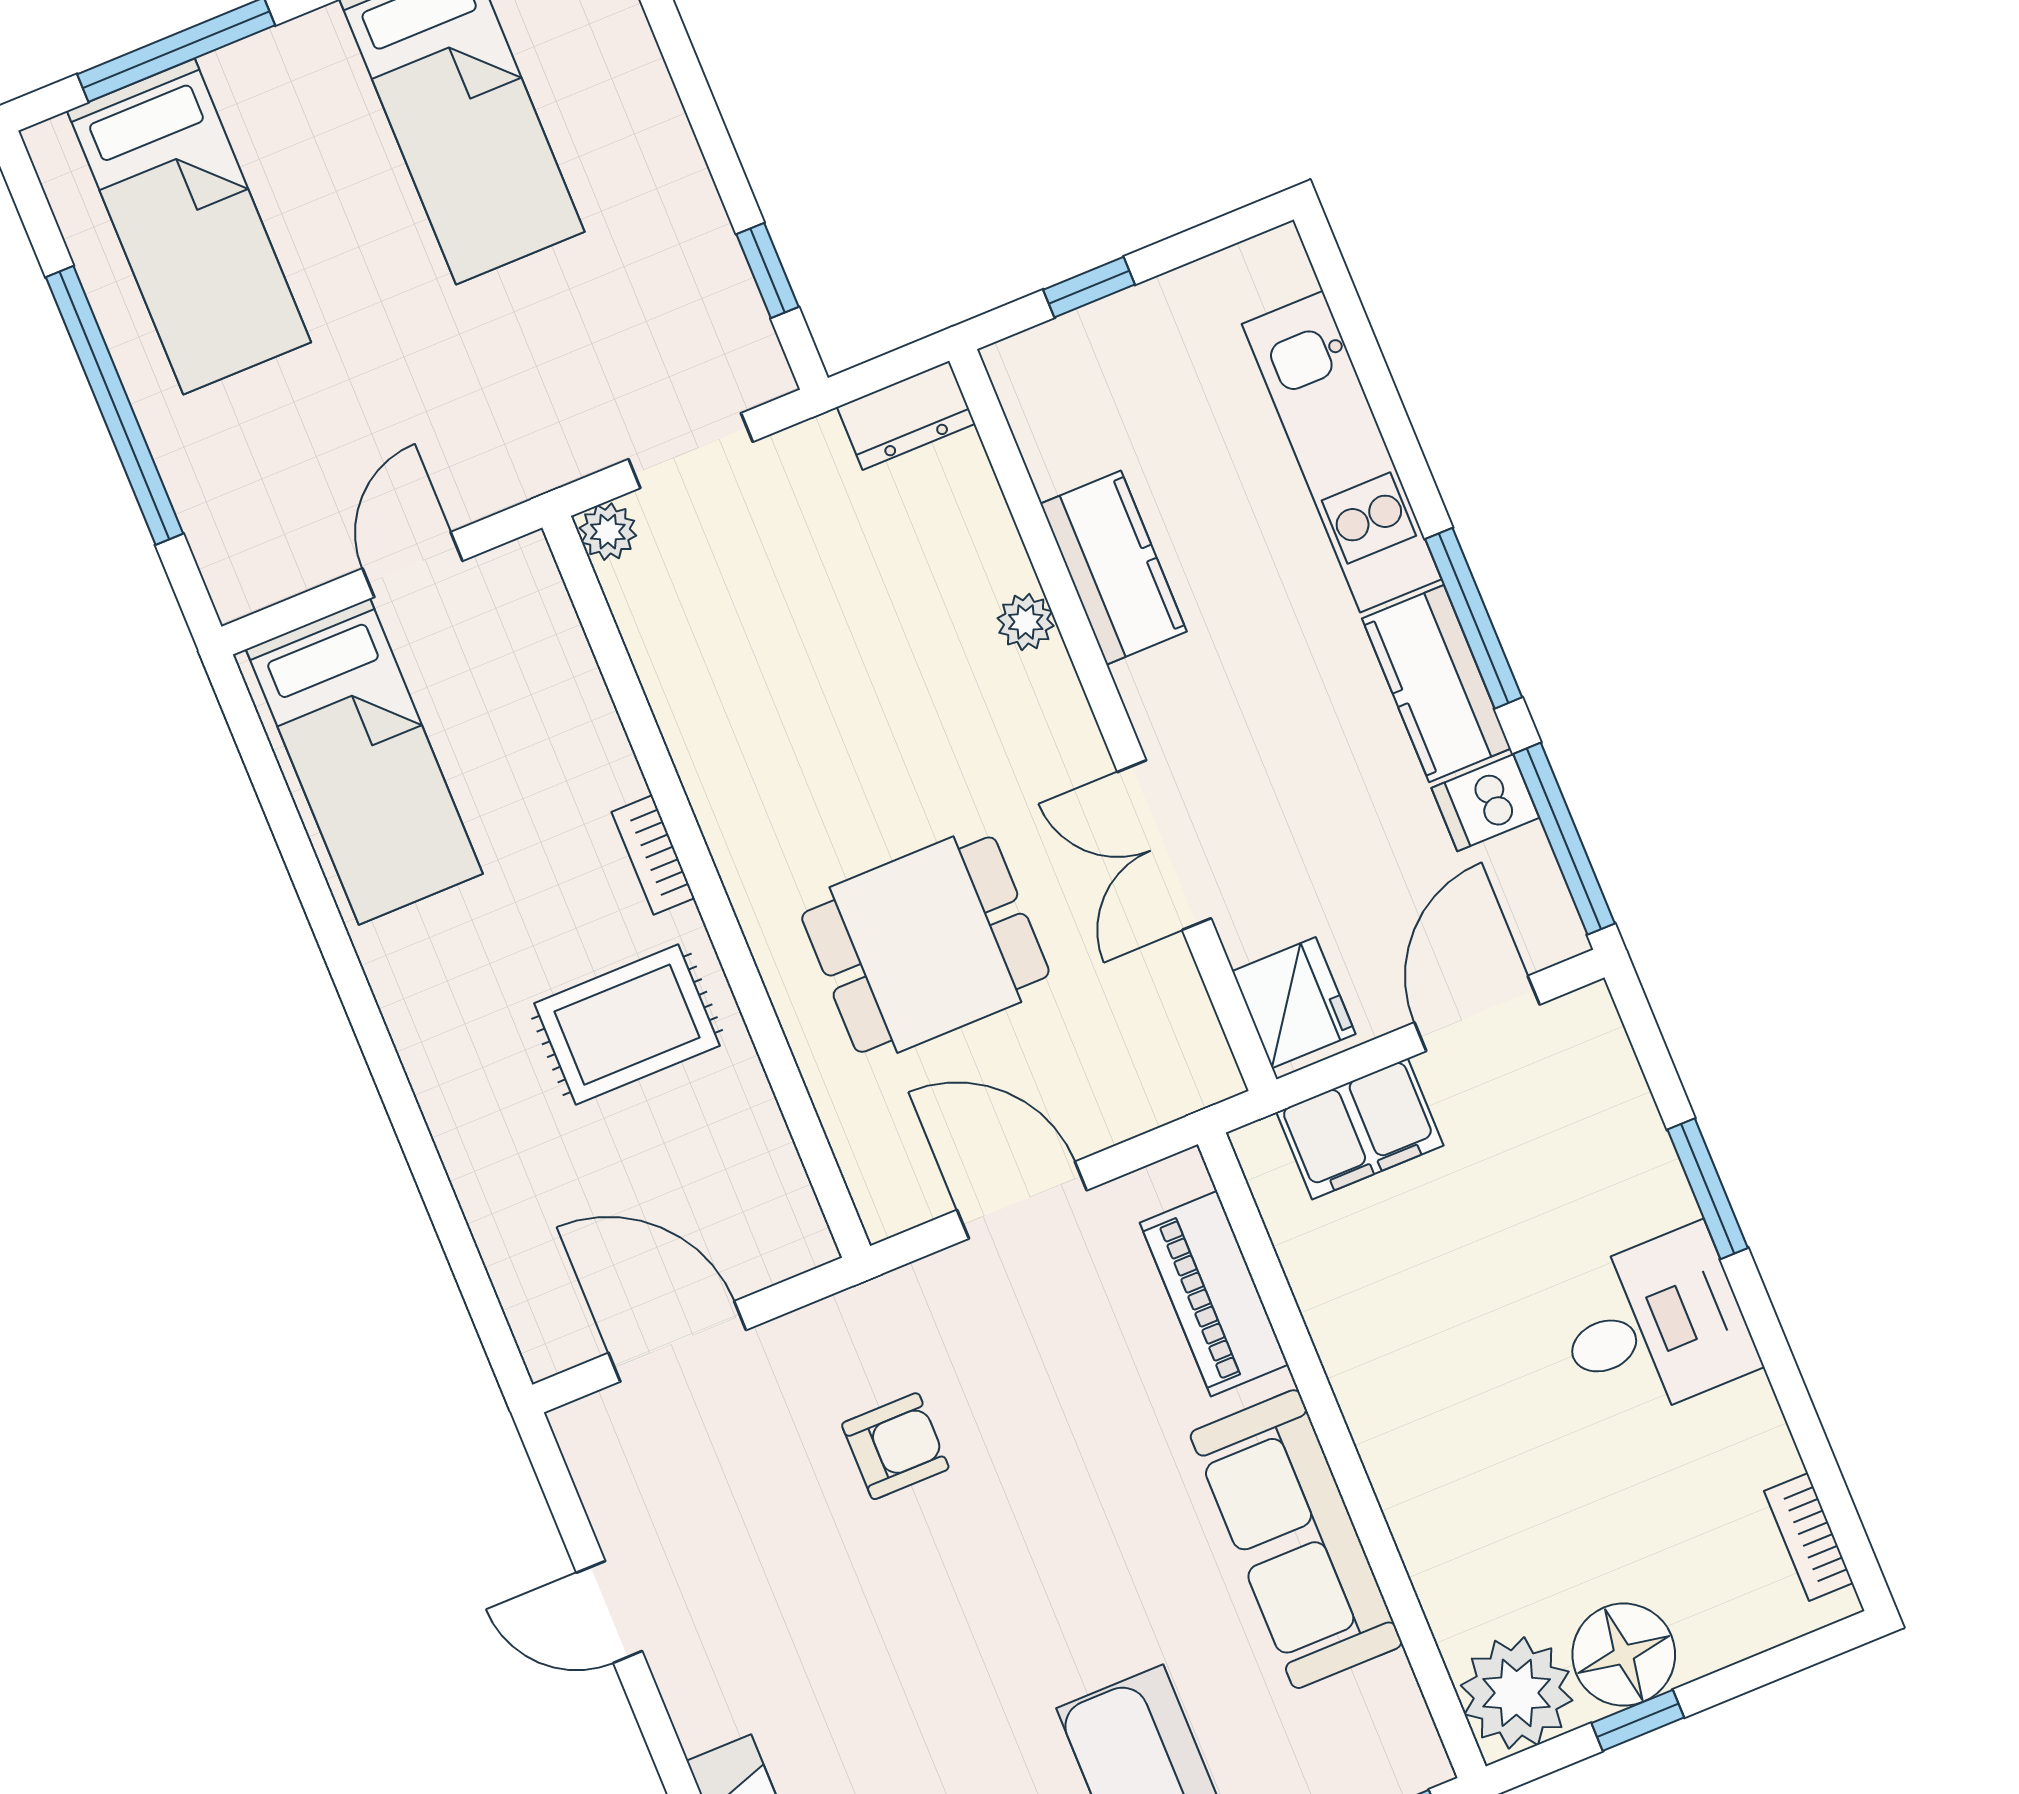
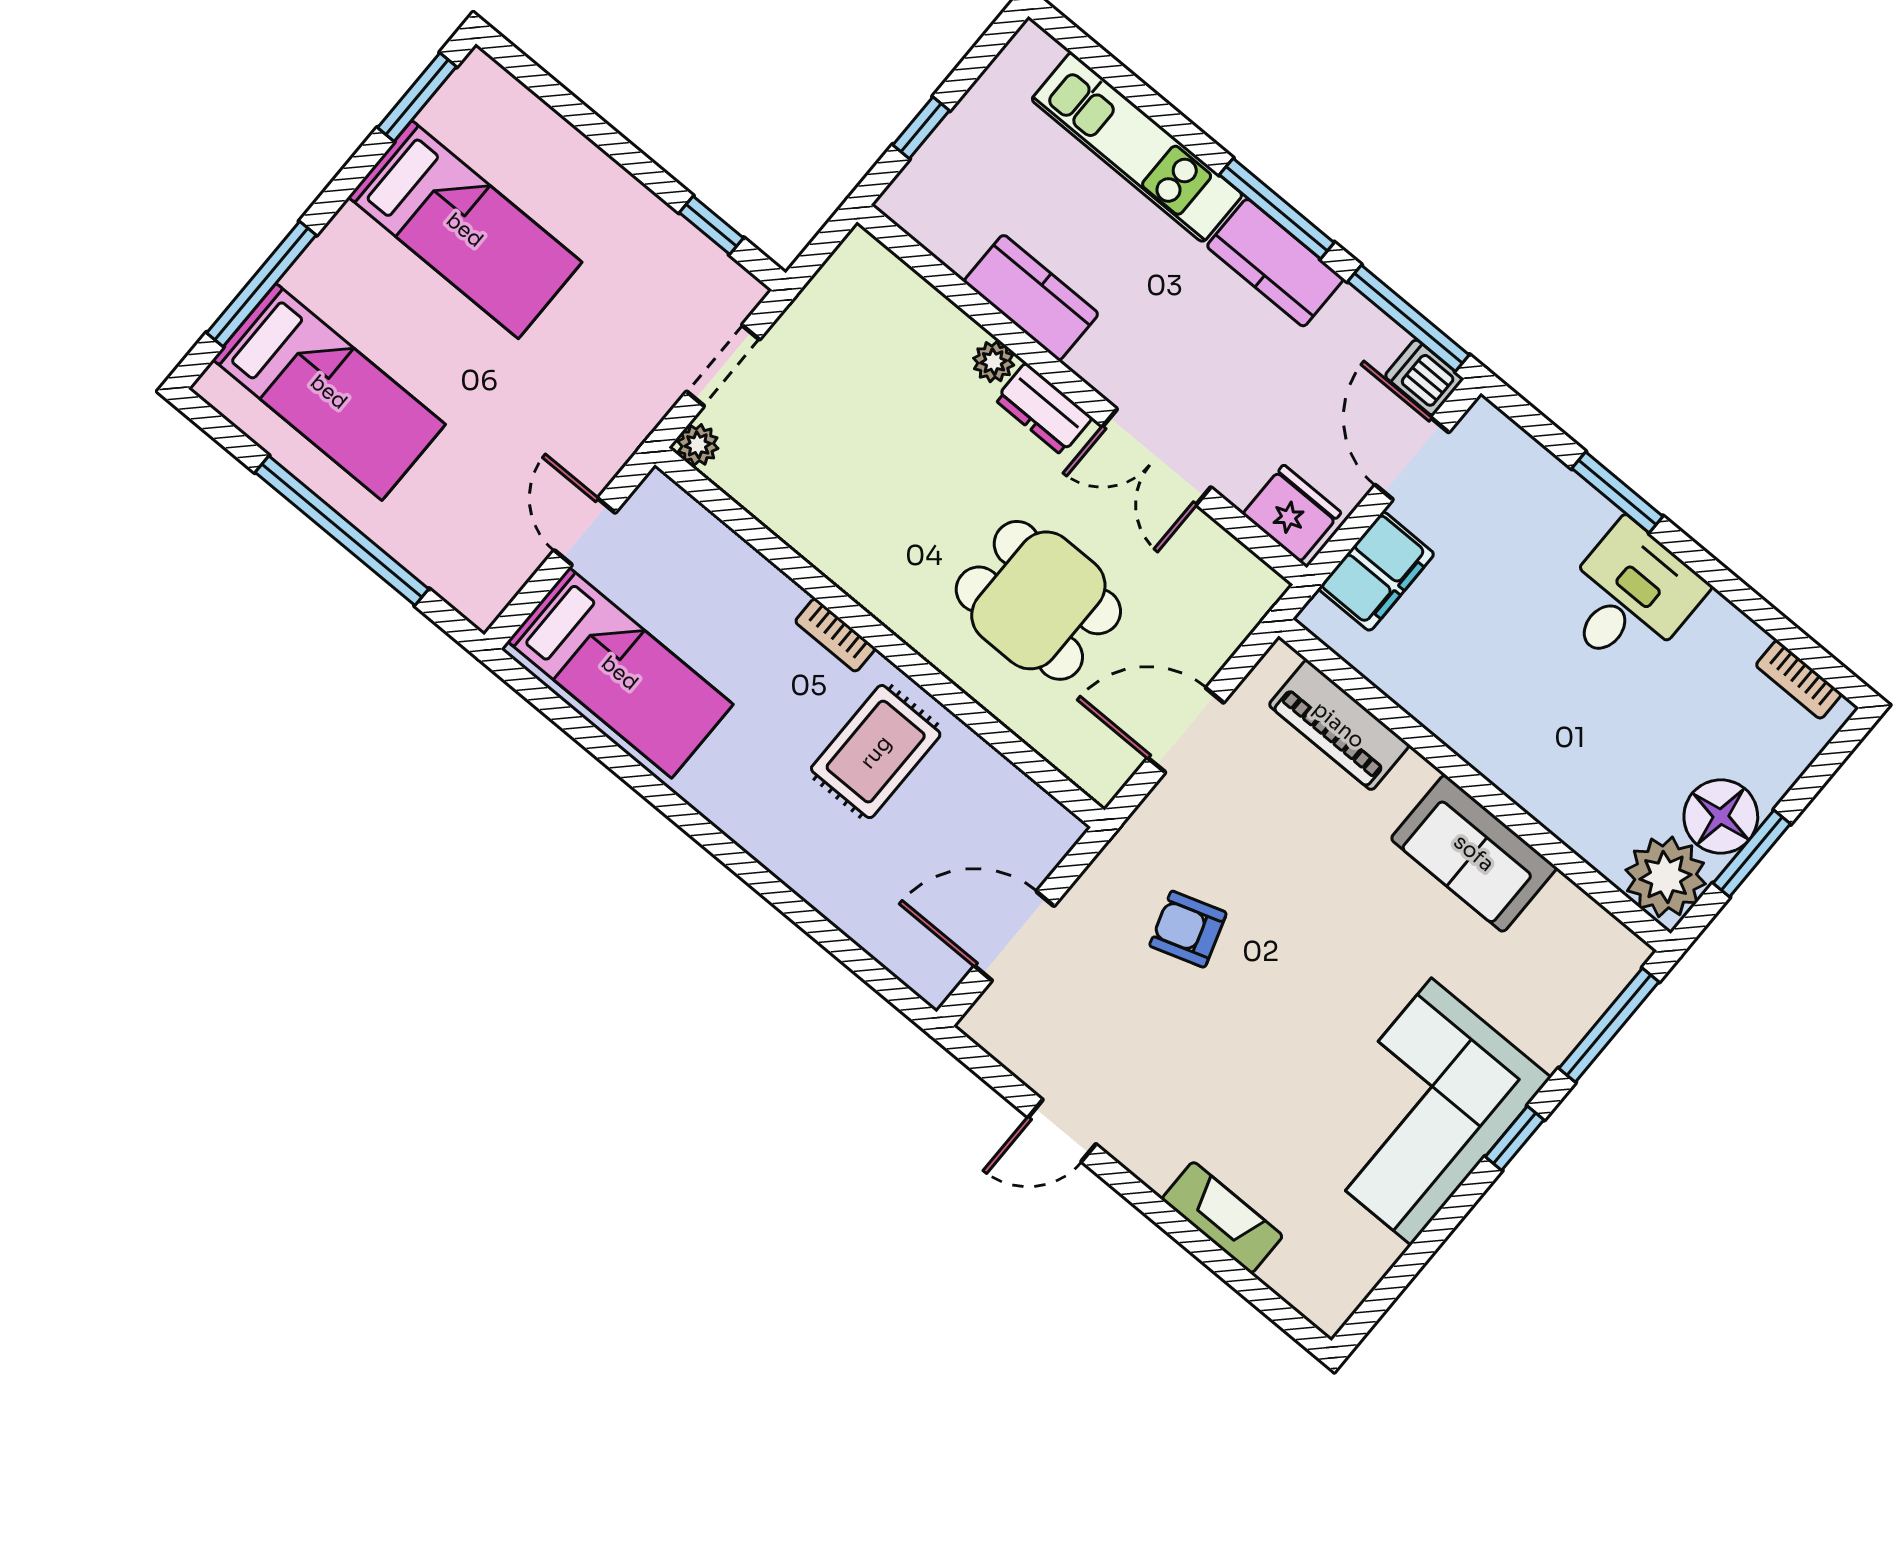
dresser: (906, 415) -> (1044, 409), moved, turned 90
dishwasher: (1485, 803) -> (1424, 377), moved, turned 90
dining table: (925, 945) -> (1038, 600), turned 90
armchair: (895, 1446) -> (1188, 929), turned -108
sofa: (1296, 1539) -> (1474, 853), width x0.73
window: (1638, 1720) -> (1752, 854), width x1.50

